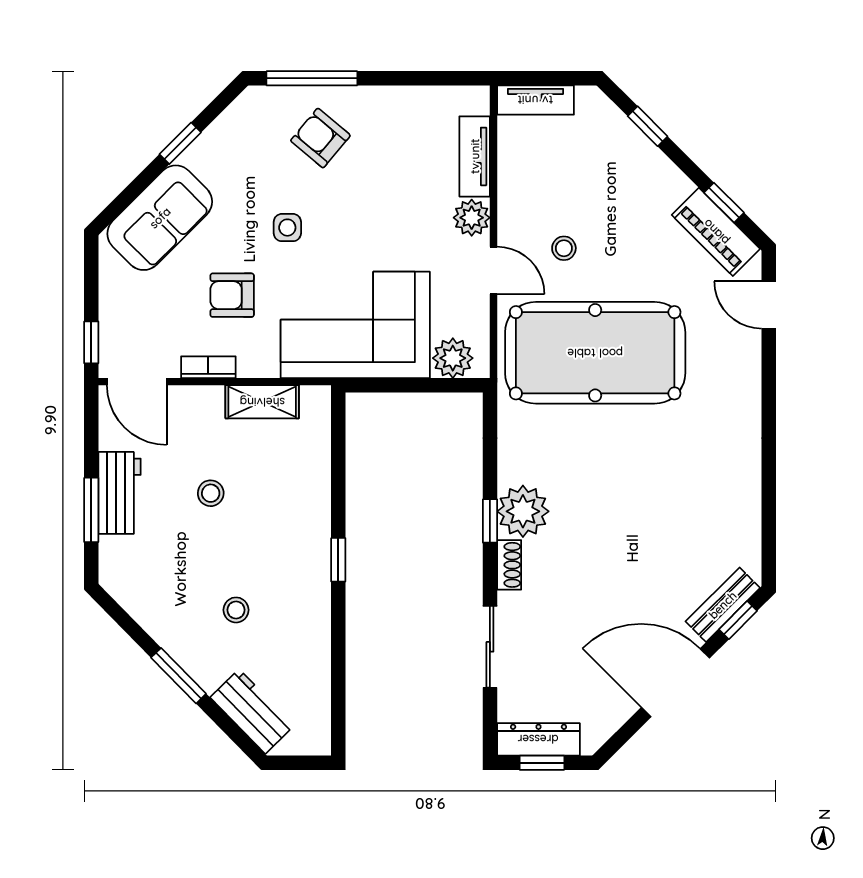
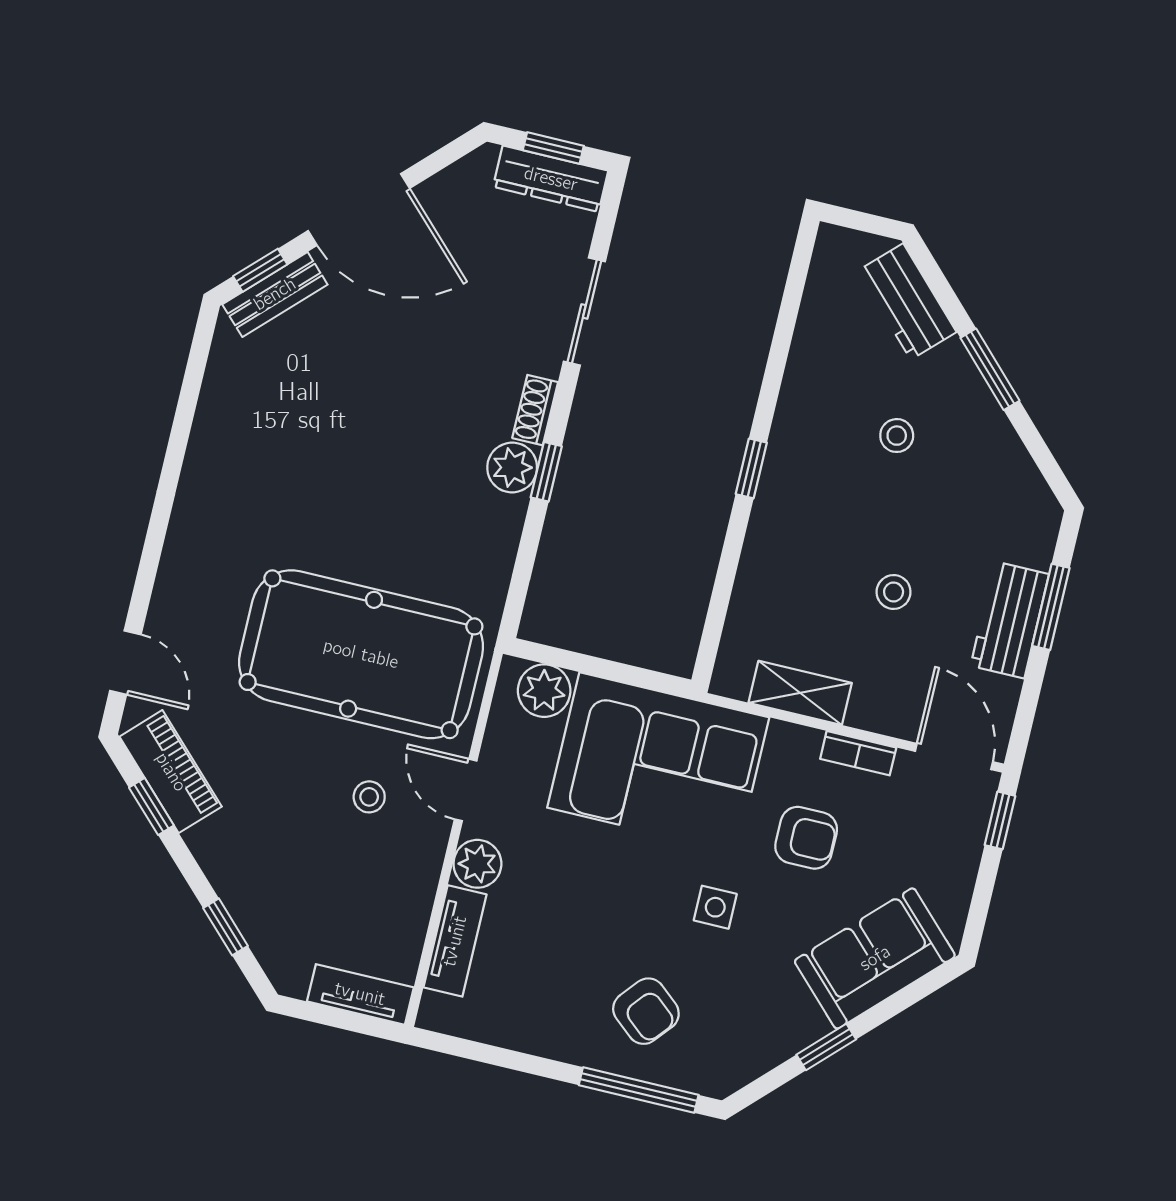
plant: (523, 511) -> (512, 468), width x0.73, depth x0.73

